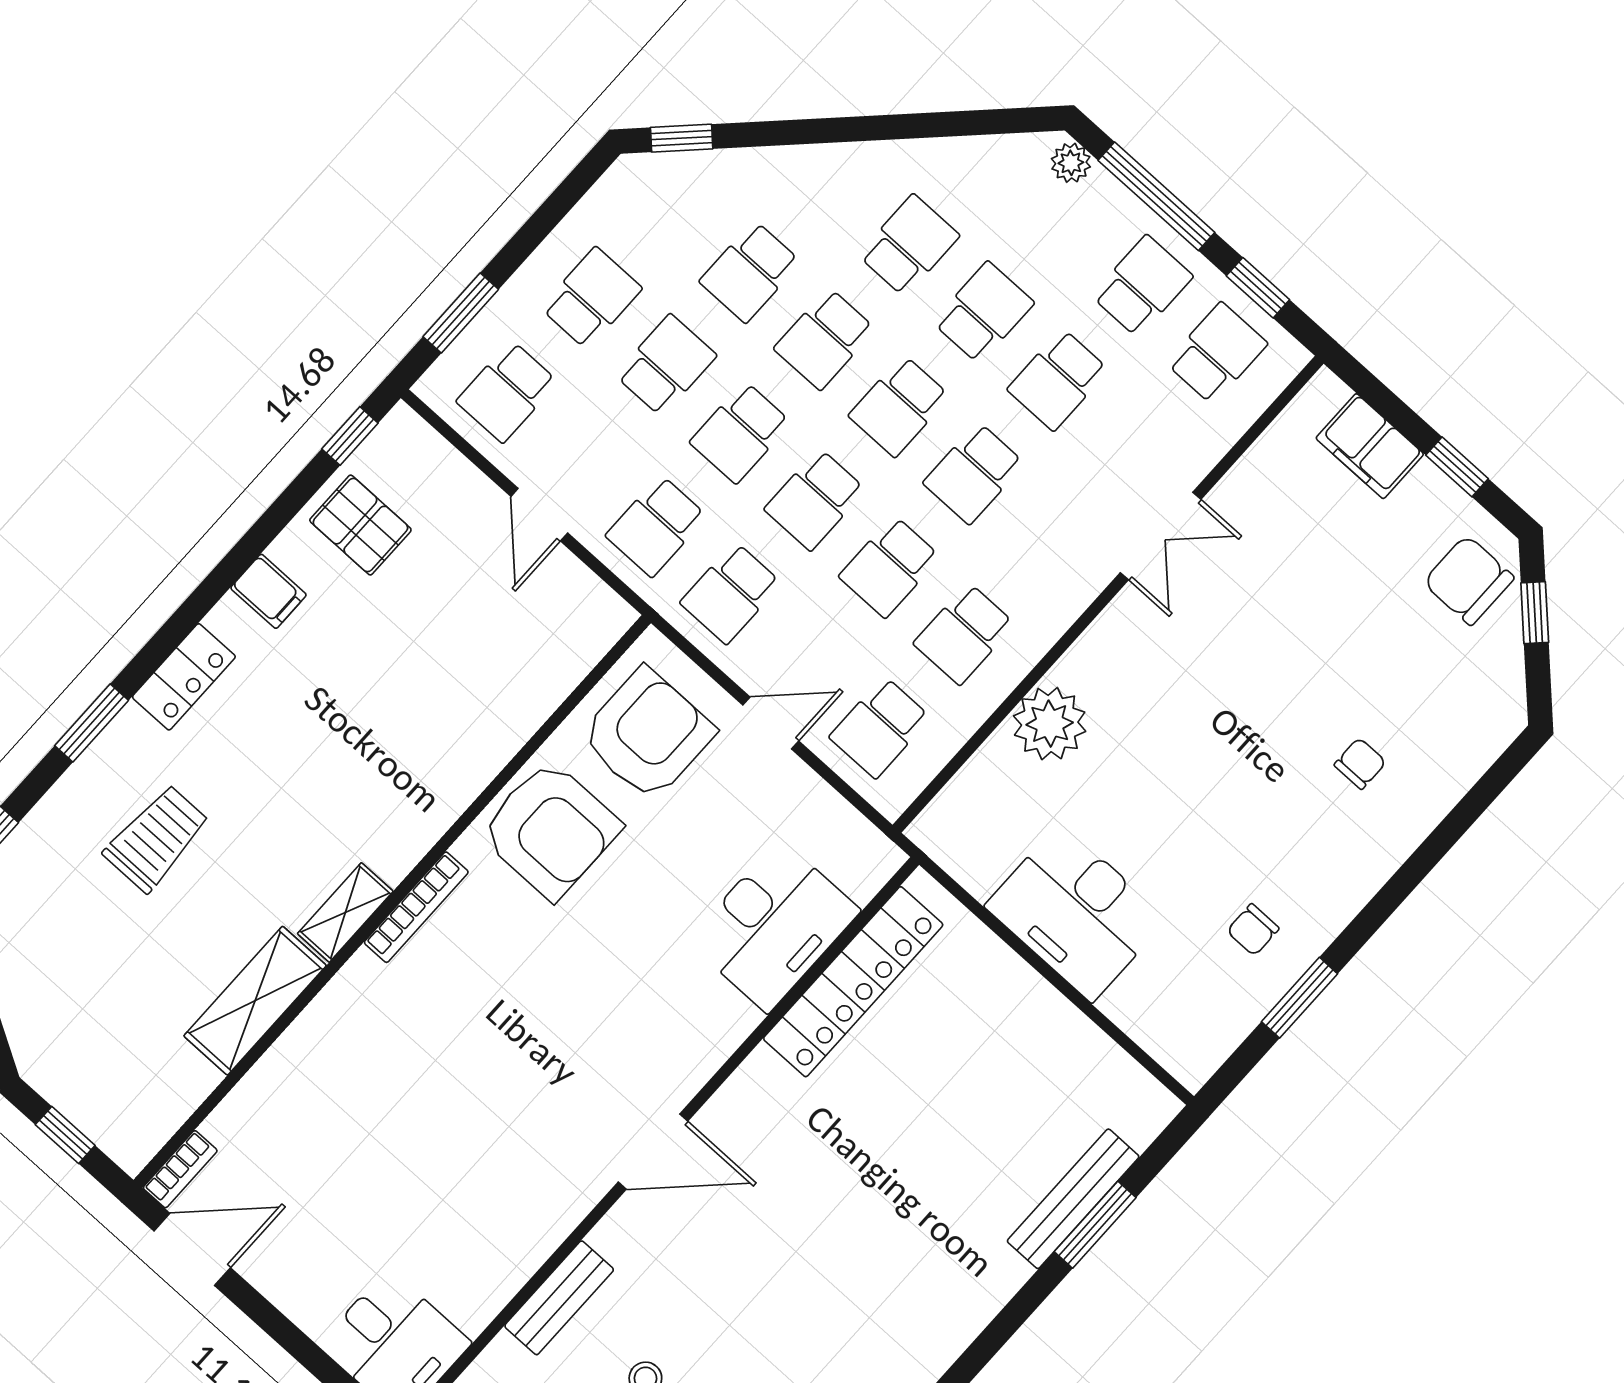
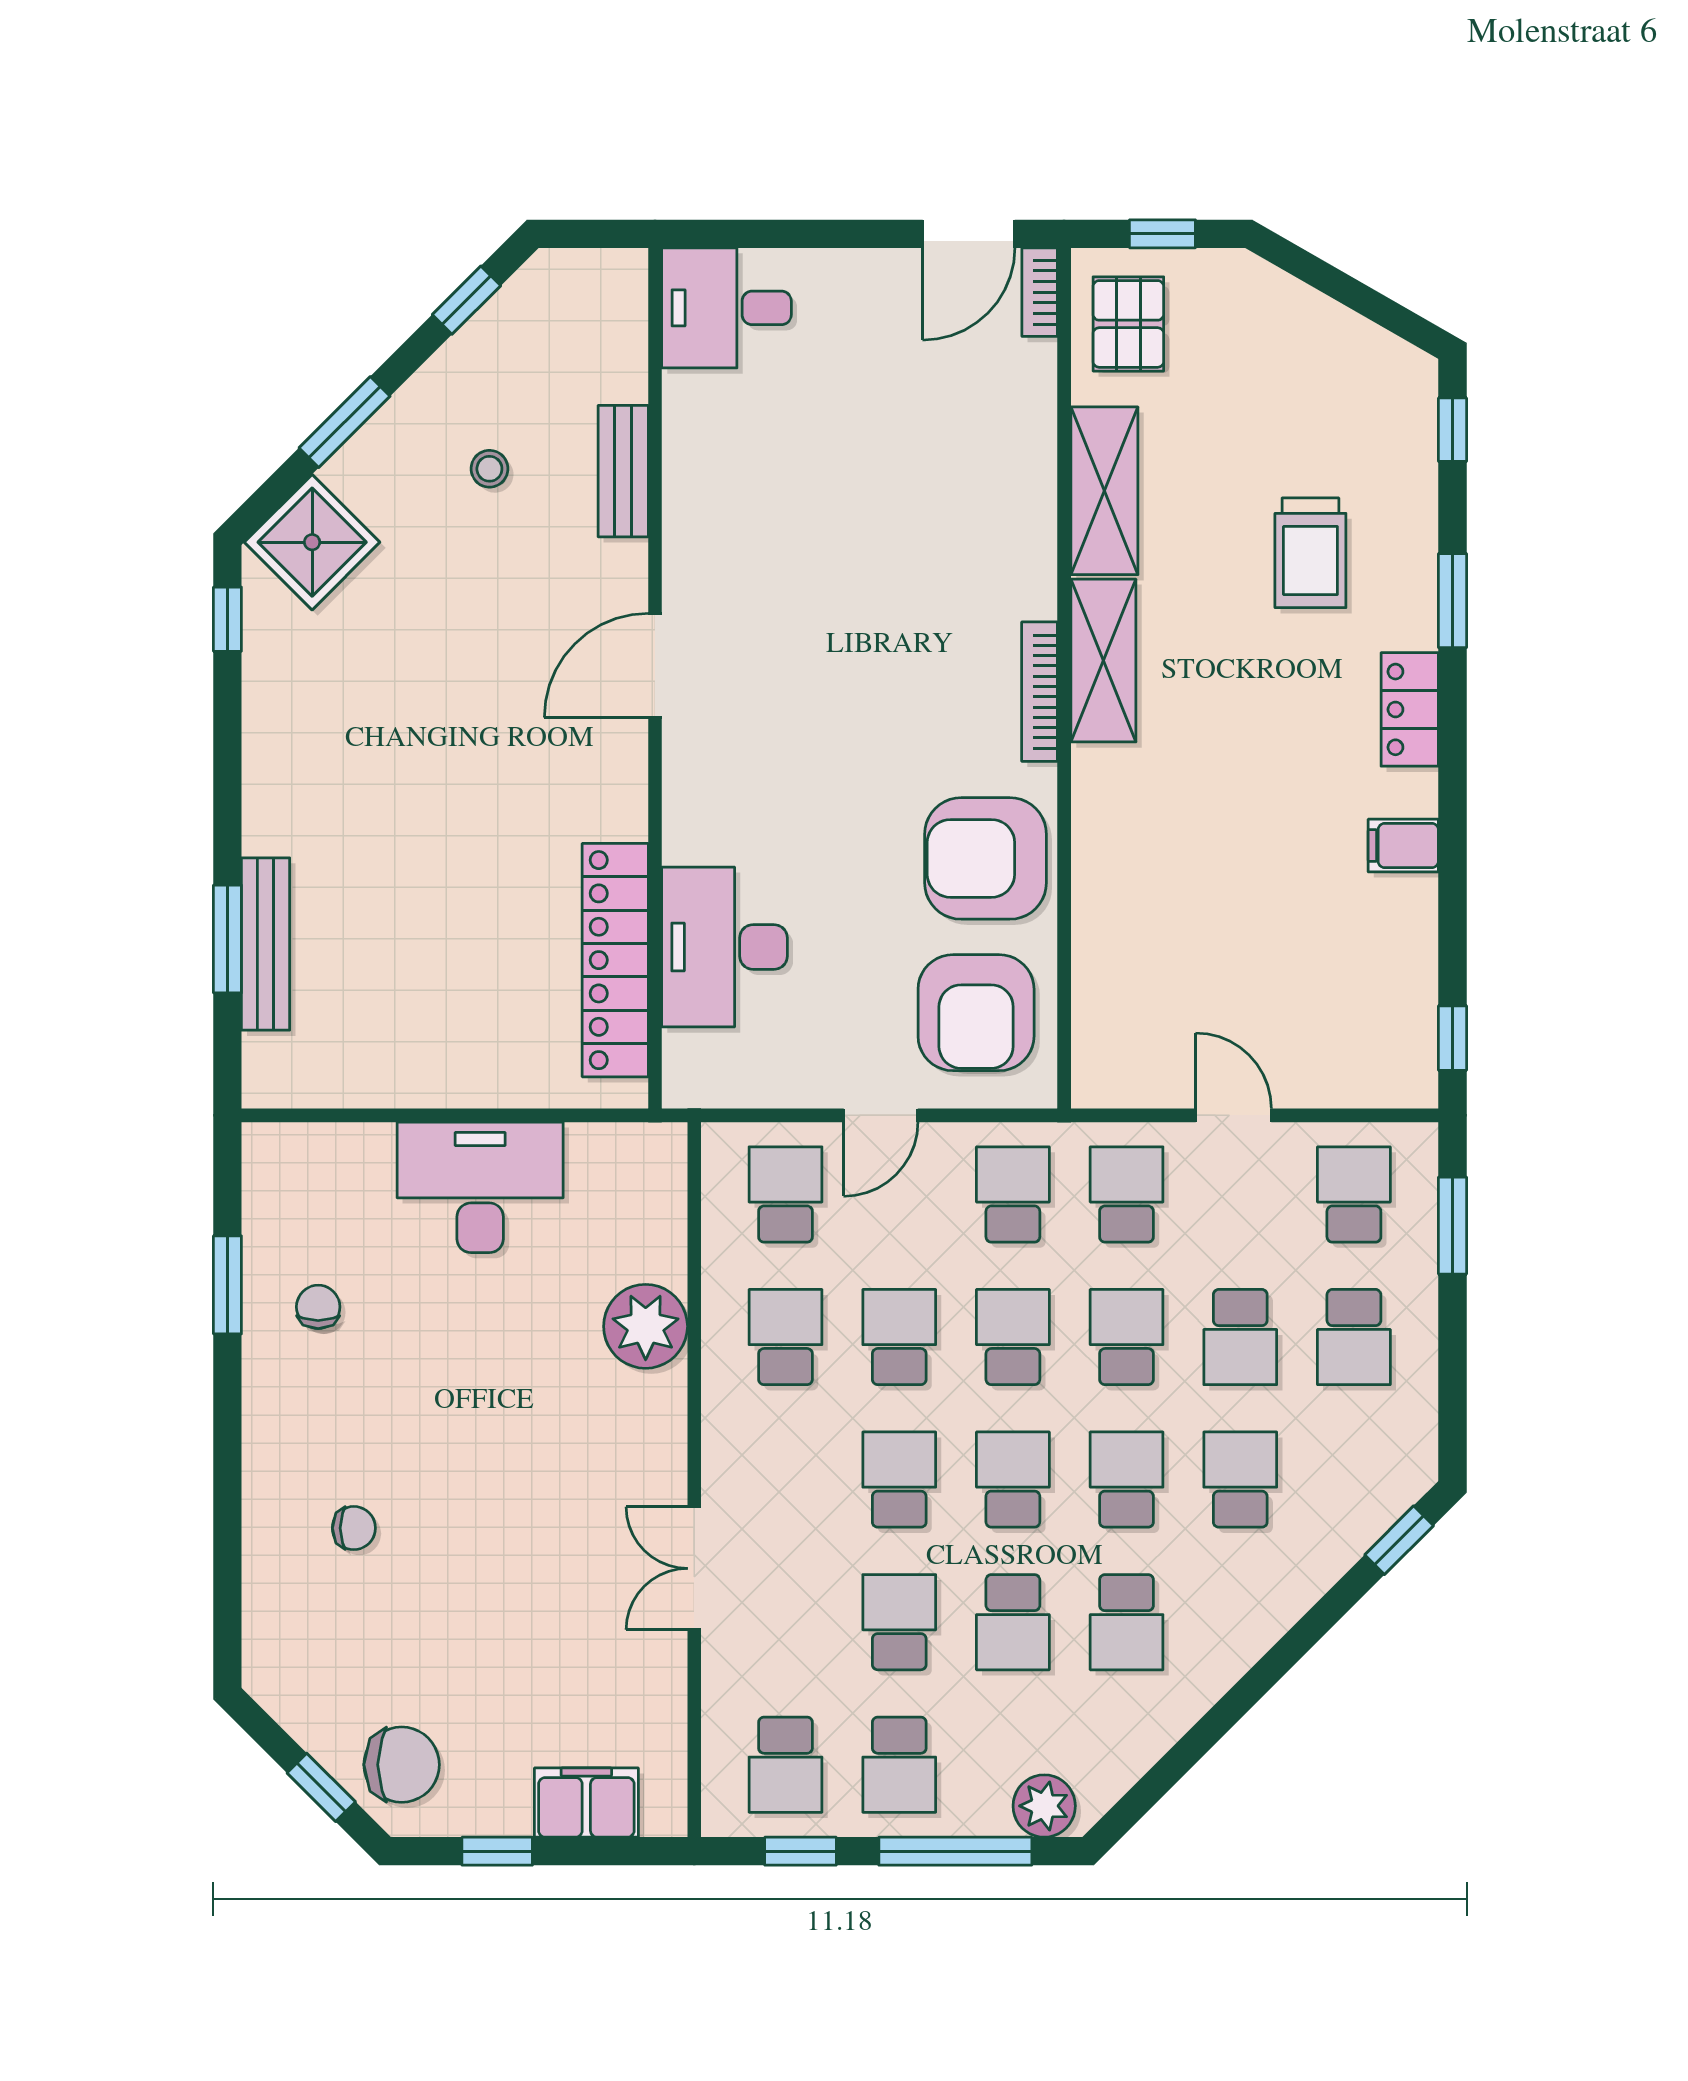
plant: (1071, 163) -> (1044, 1806), width x1.38, depth x1.38
pallet: (360, 525) -> (1128, 324), moved, turned 90
chair: (1360, 764) -> (354, 1528), turned -90
shelving: (345, 912) -> (1103, 661), width x1.50, depth x1.33

